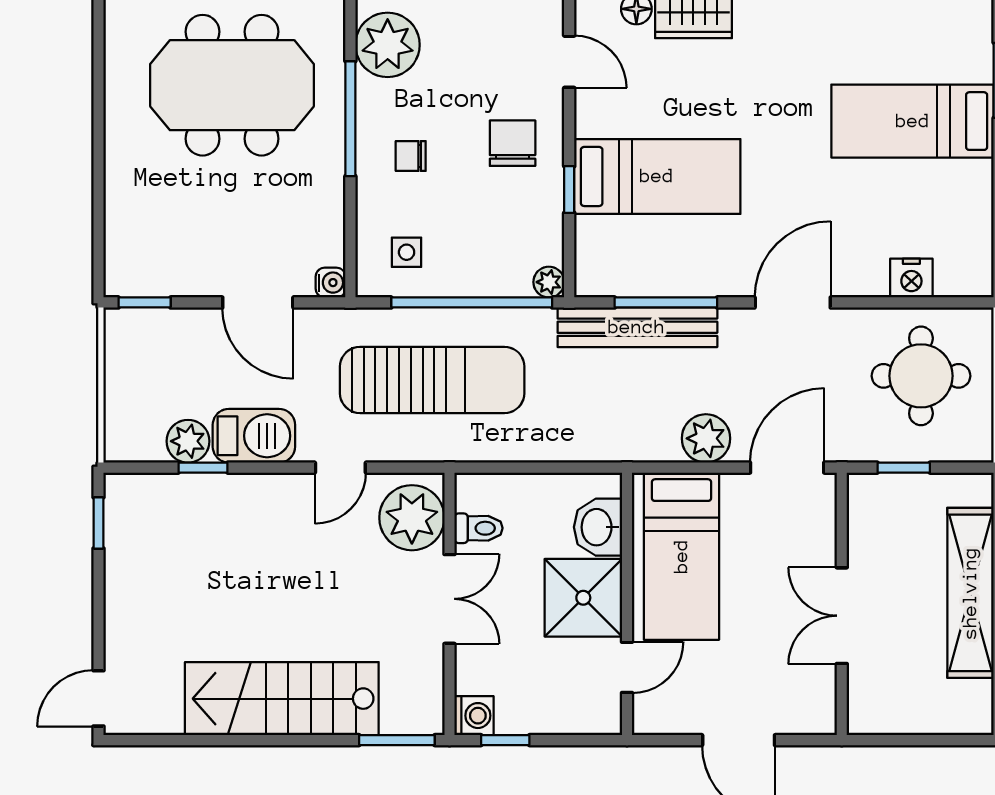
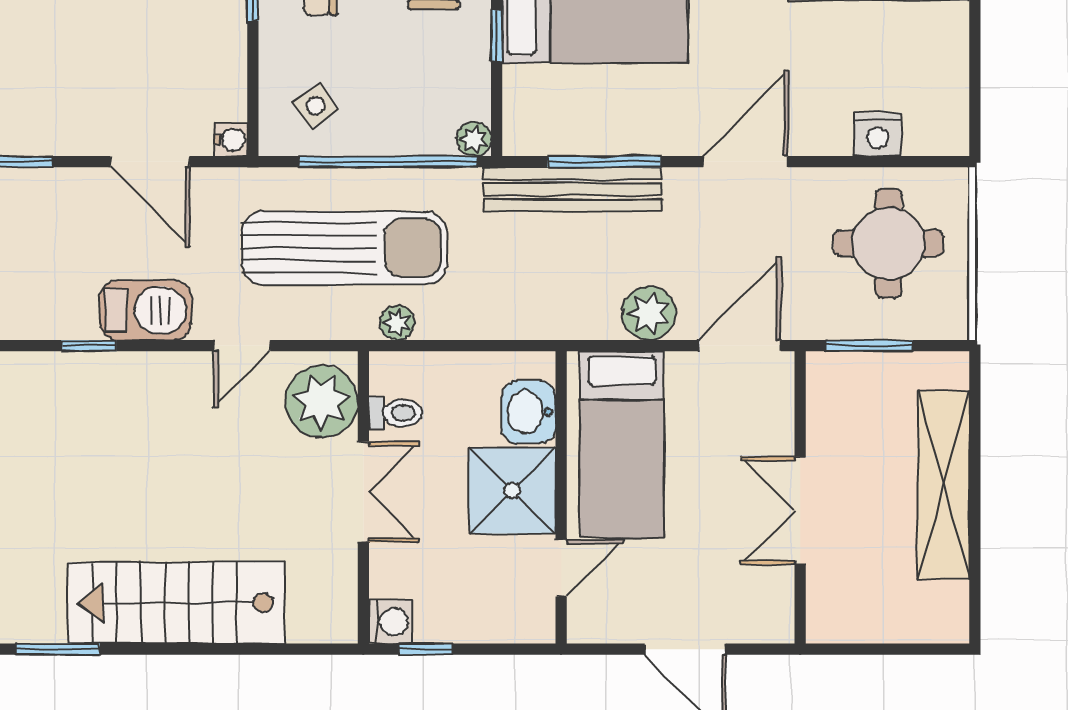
side table: (407, 252) -> (316, 106), turned -35
plant: (188, 441) -> (397, 323), moved, width x0.73, depth x0.73
window: (904, 468) -> (869, 346), width x1.50
window: (397, 740) -> (58, 649), moved

